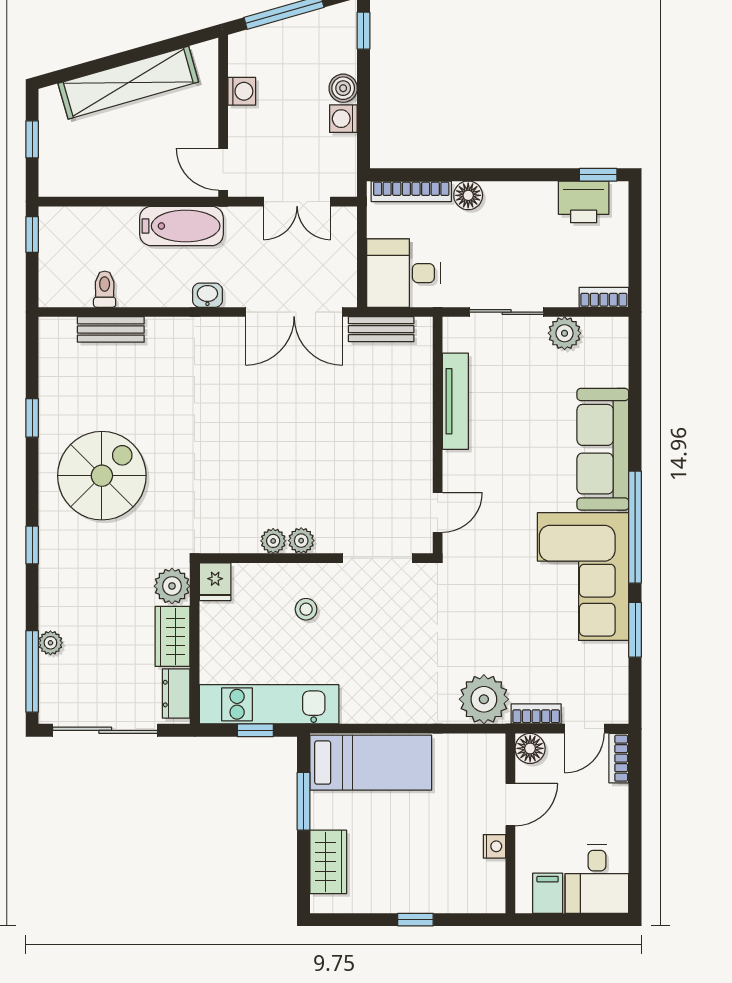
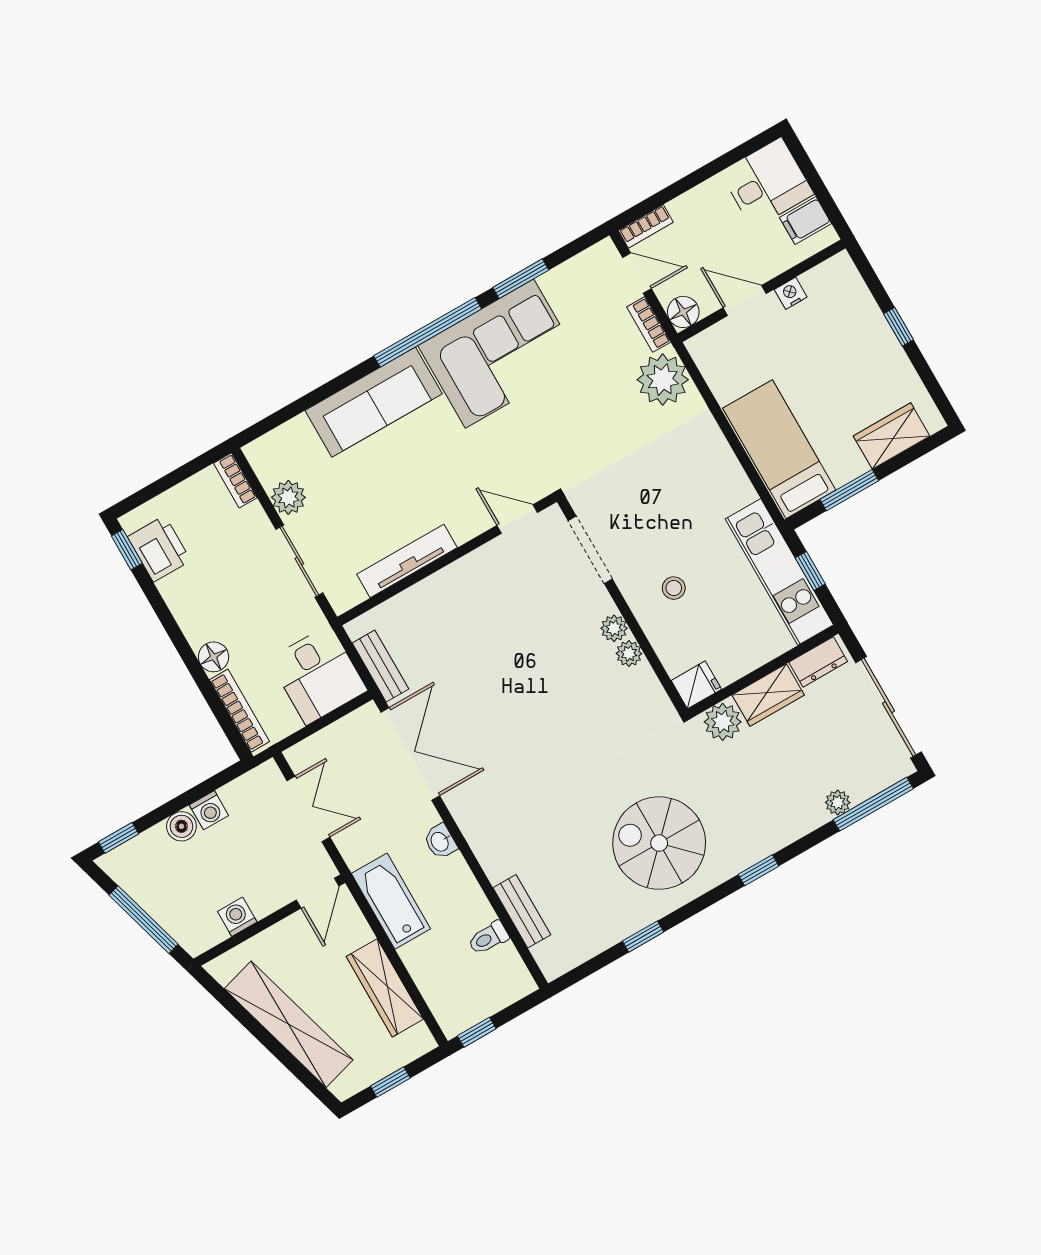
wardrobe: (113, 180) -> (385, 988), added

